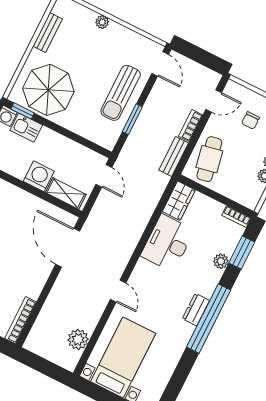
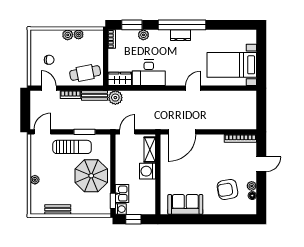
parasol: (48, 90) -> (91, 176), moved
plant: (78, 339) -> (115, 98), moved

